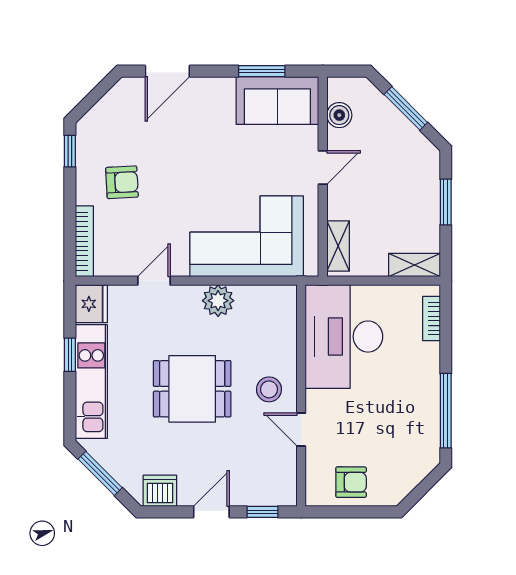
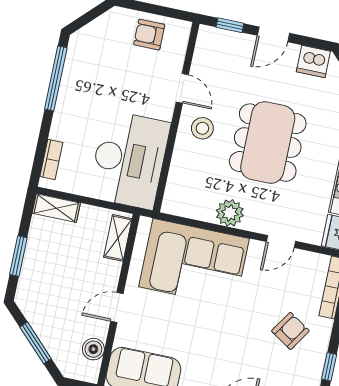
armchair: (122, 182) -> (290, 331), turned 126
dining table: (192, 389) -> (268, 143), width x1.38

